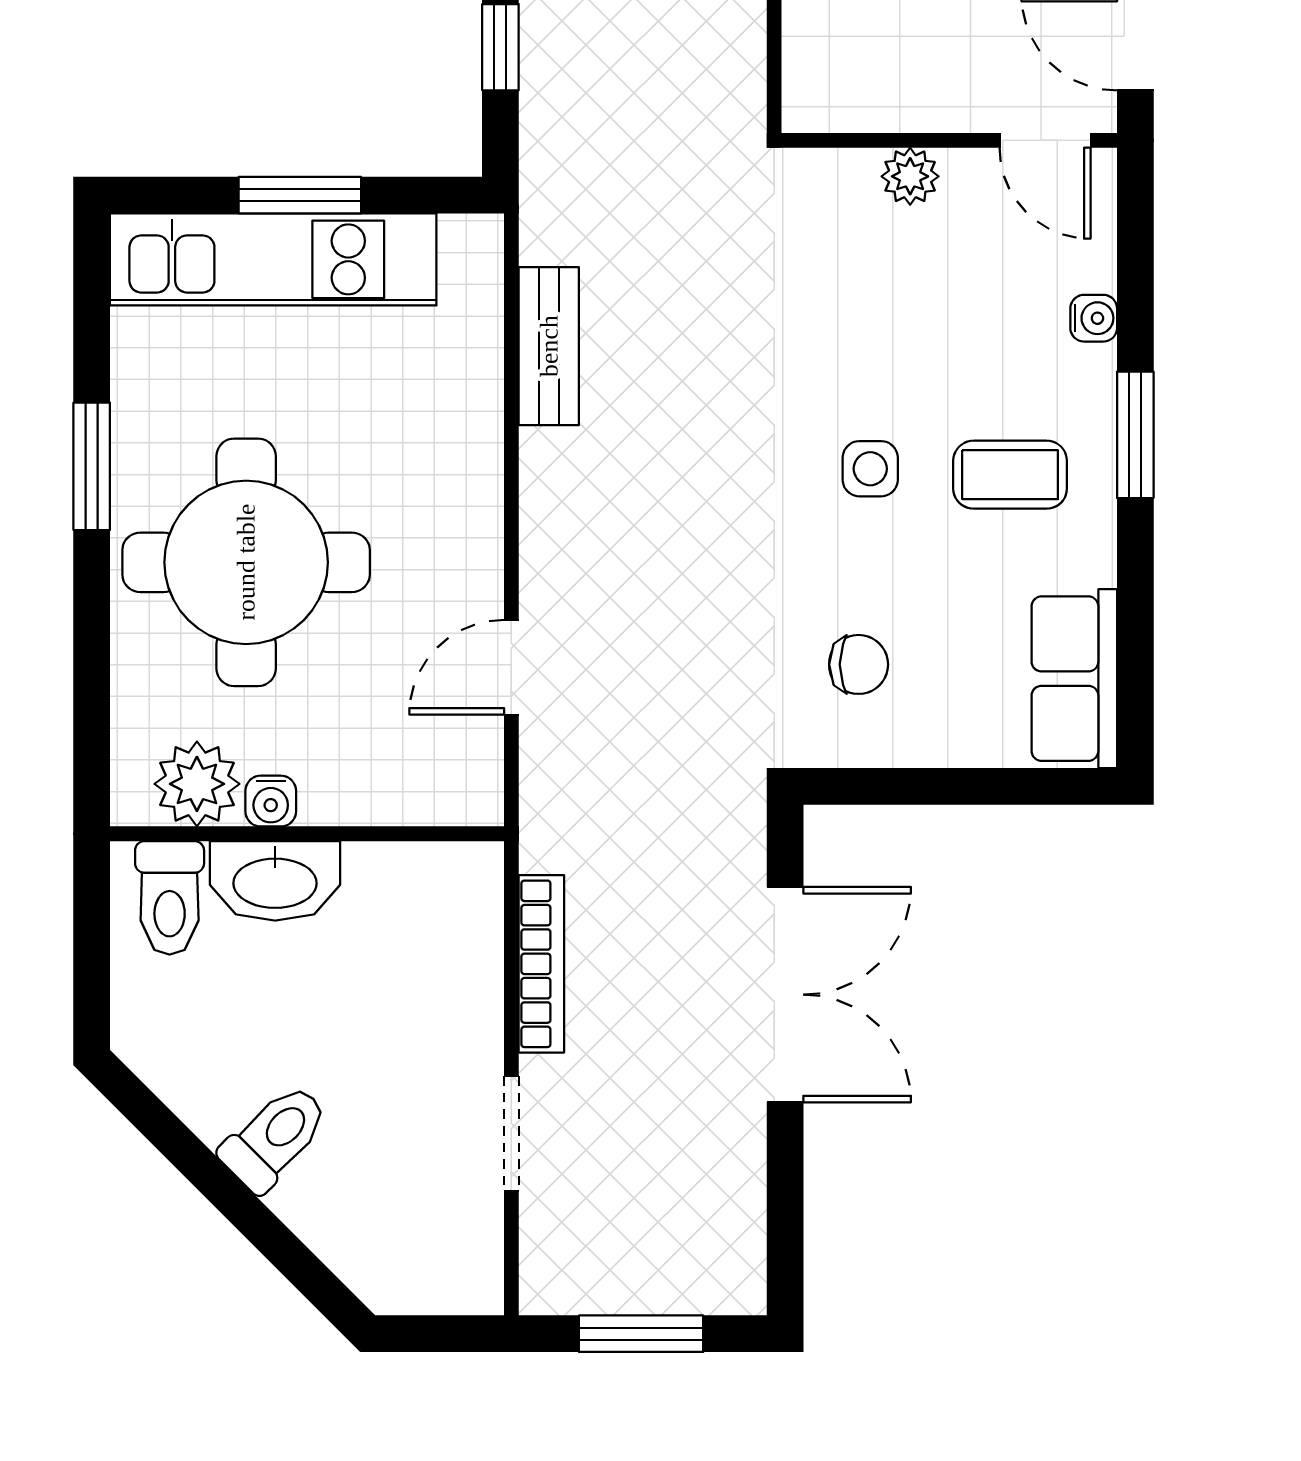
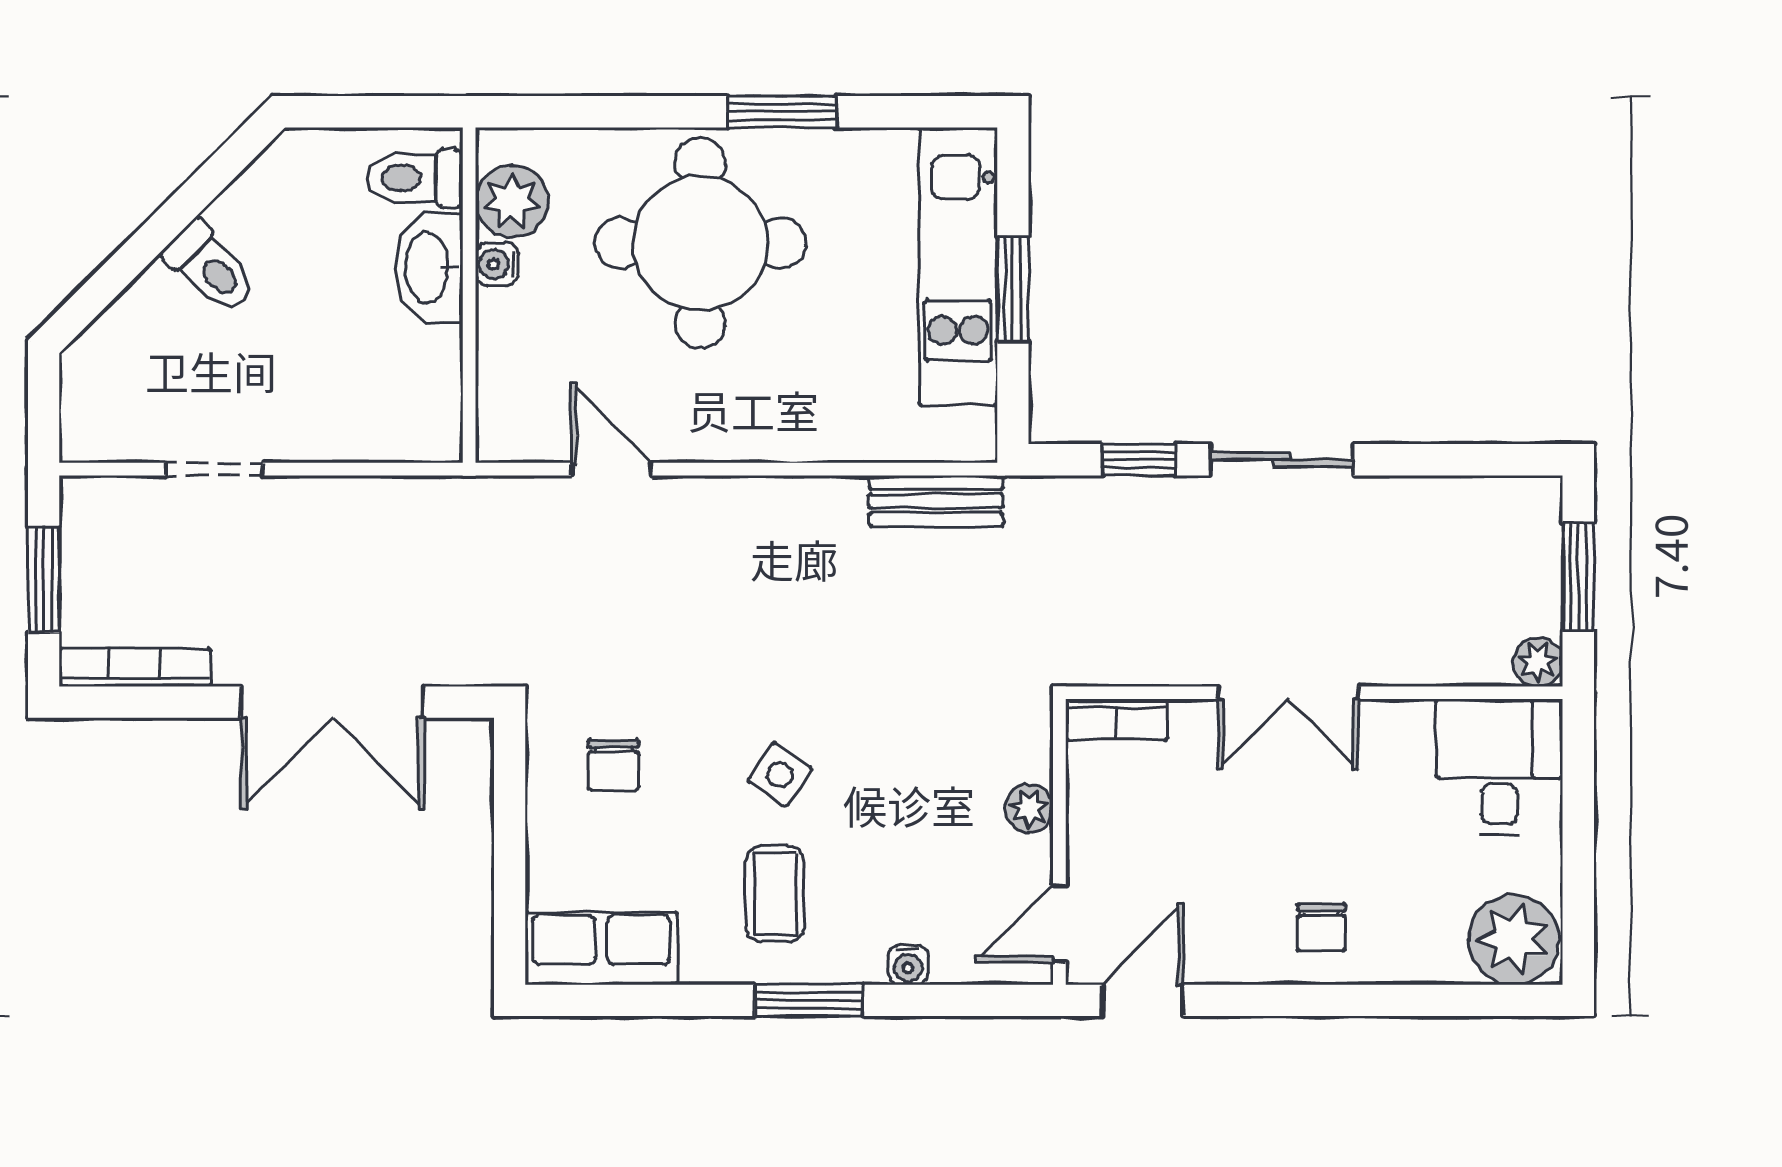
bookcase: (805, 73) -> (1116, 719), added
bench: (549, 346) -> (936, 501), moved
side table: (870, 469) -> (780, 775), turned 35
bookcase: (541, 964) -> (135, 667), moved, turned 180

